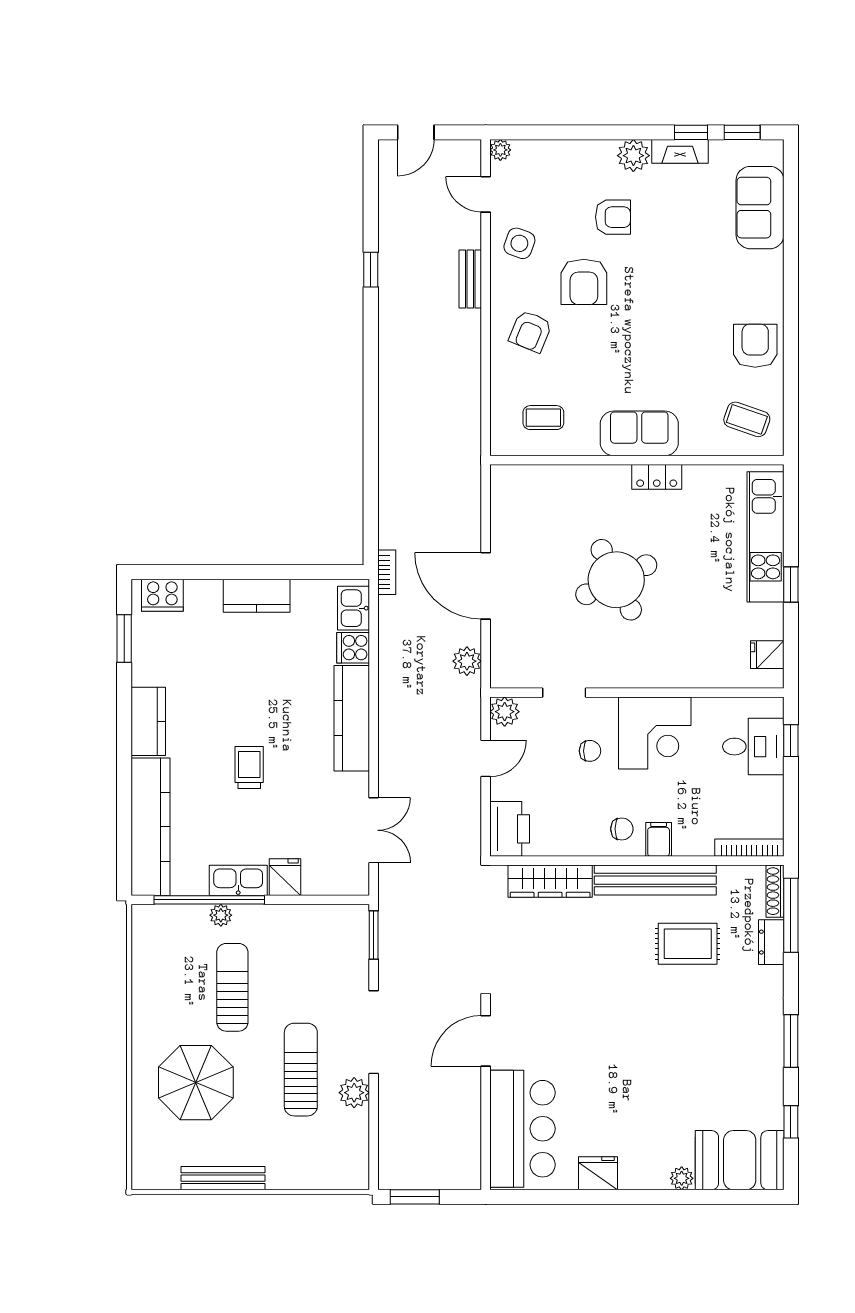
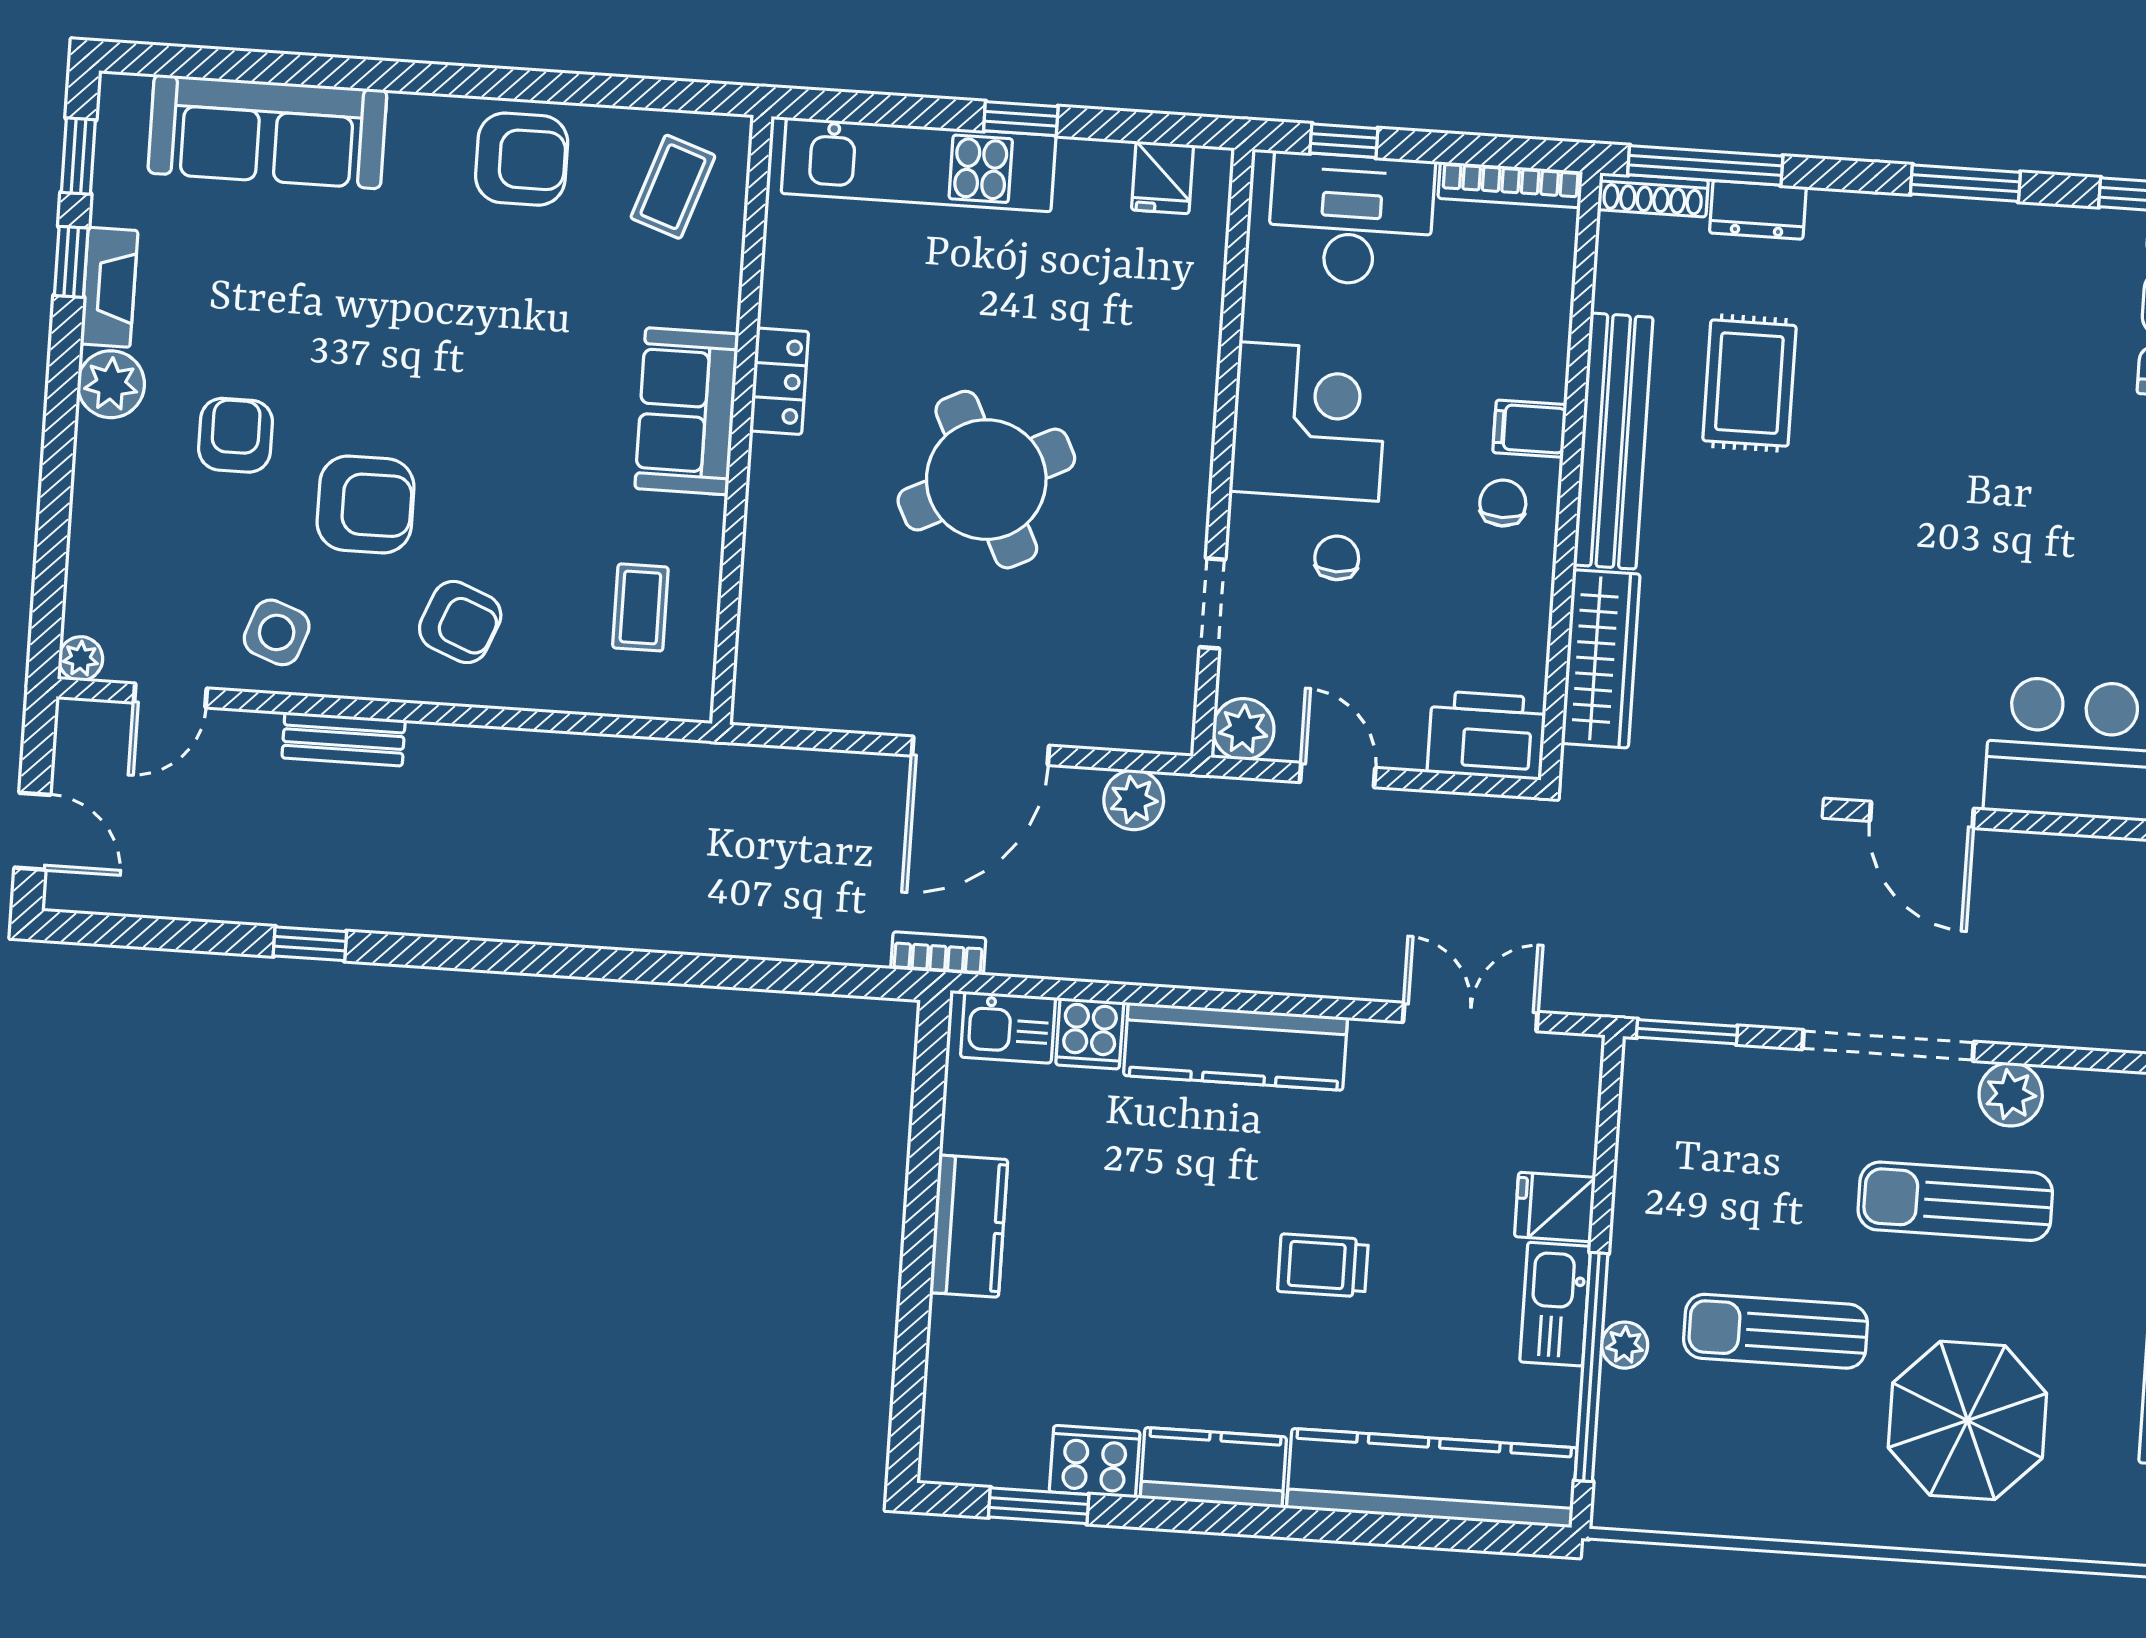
sofa: (760, 208) -> (267, 132), width x1.36
armchair: (755, 346) -> (522, 159), turned 180
cooker: (162, 595) -> (1095, 1462), moved, turned -90
desk: (753, 747) -> (1351, 219), width x1.37
bookcase: (749, 848) -> (1510, 185), moved, turned -90

